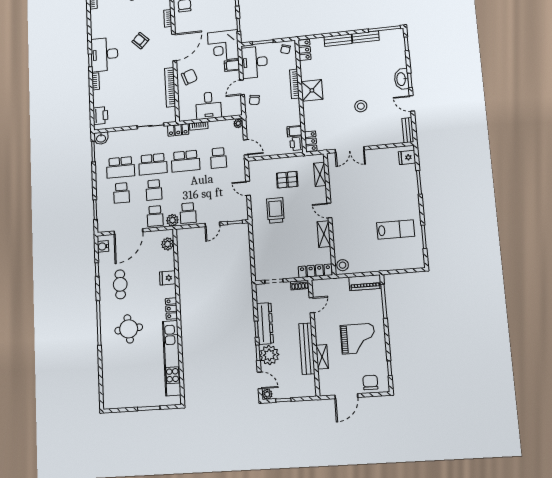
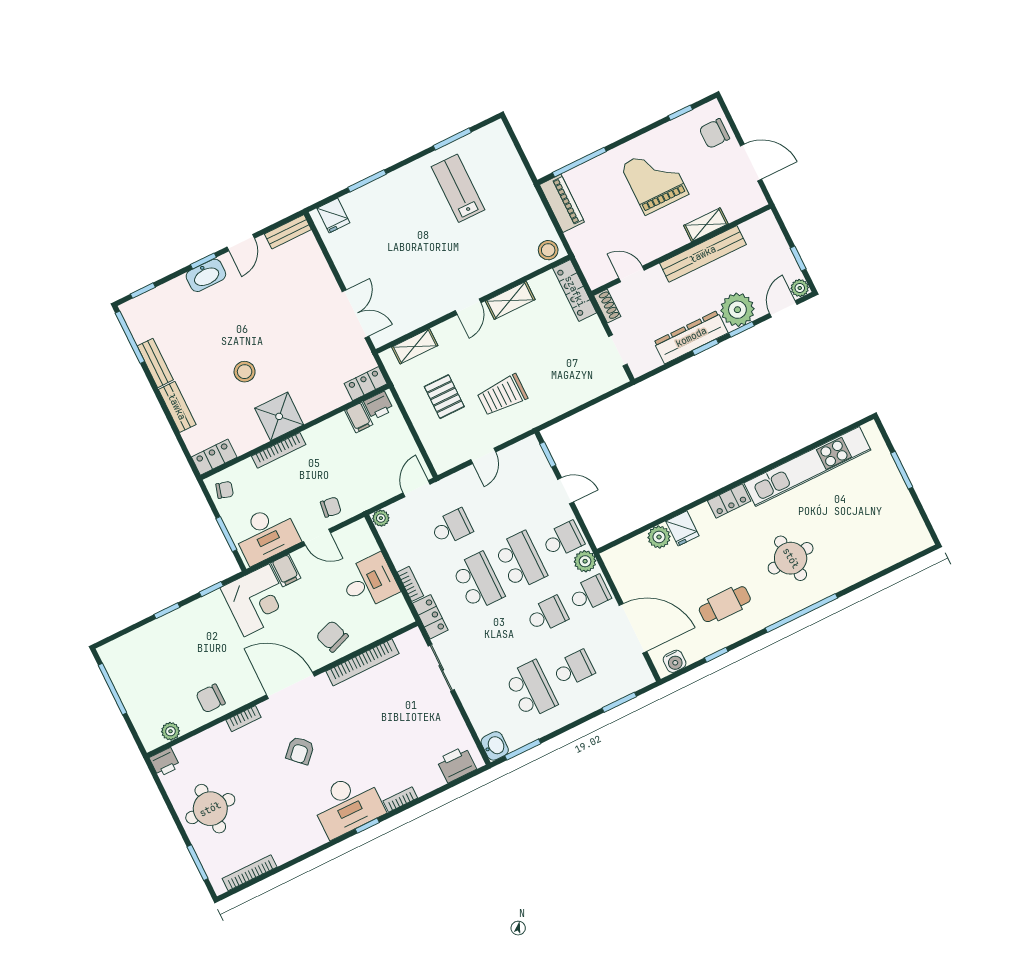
stool: (361, 106) -> (245, 372), moved
school desk: (153, 164) -> (521, 561), moved
plant: (168, 244) -> (659, 537), moved

